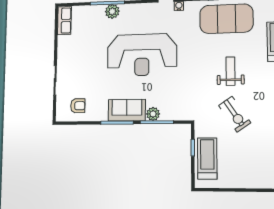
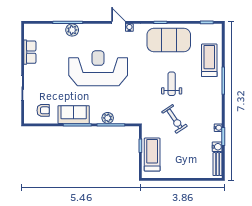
row of seats: (64, 21) -> (30, 52), moved
reception desk: (142, 55) -> (98, 68), turned 180
sofa: (127, 110) -> (74, 115), moved

